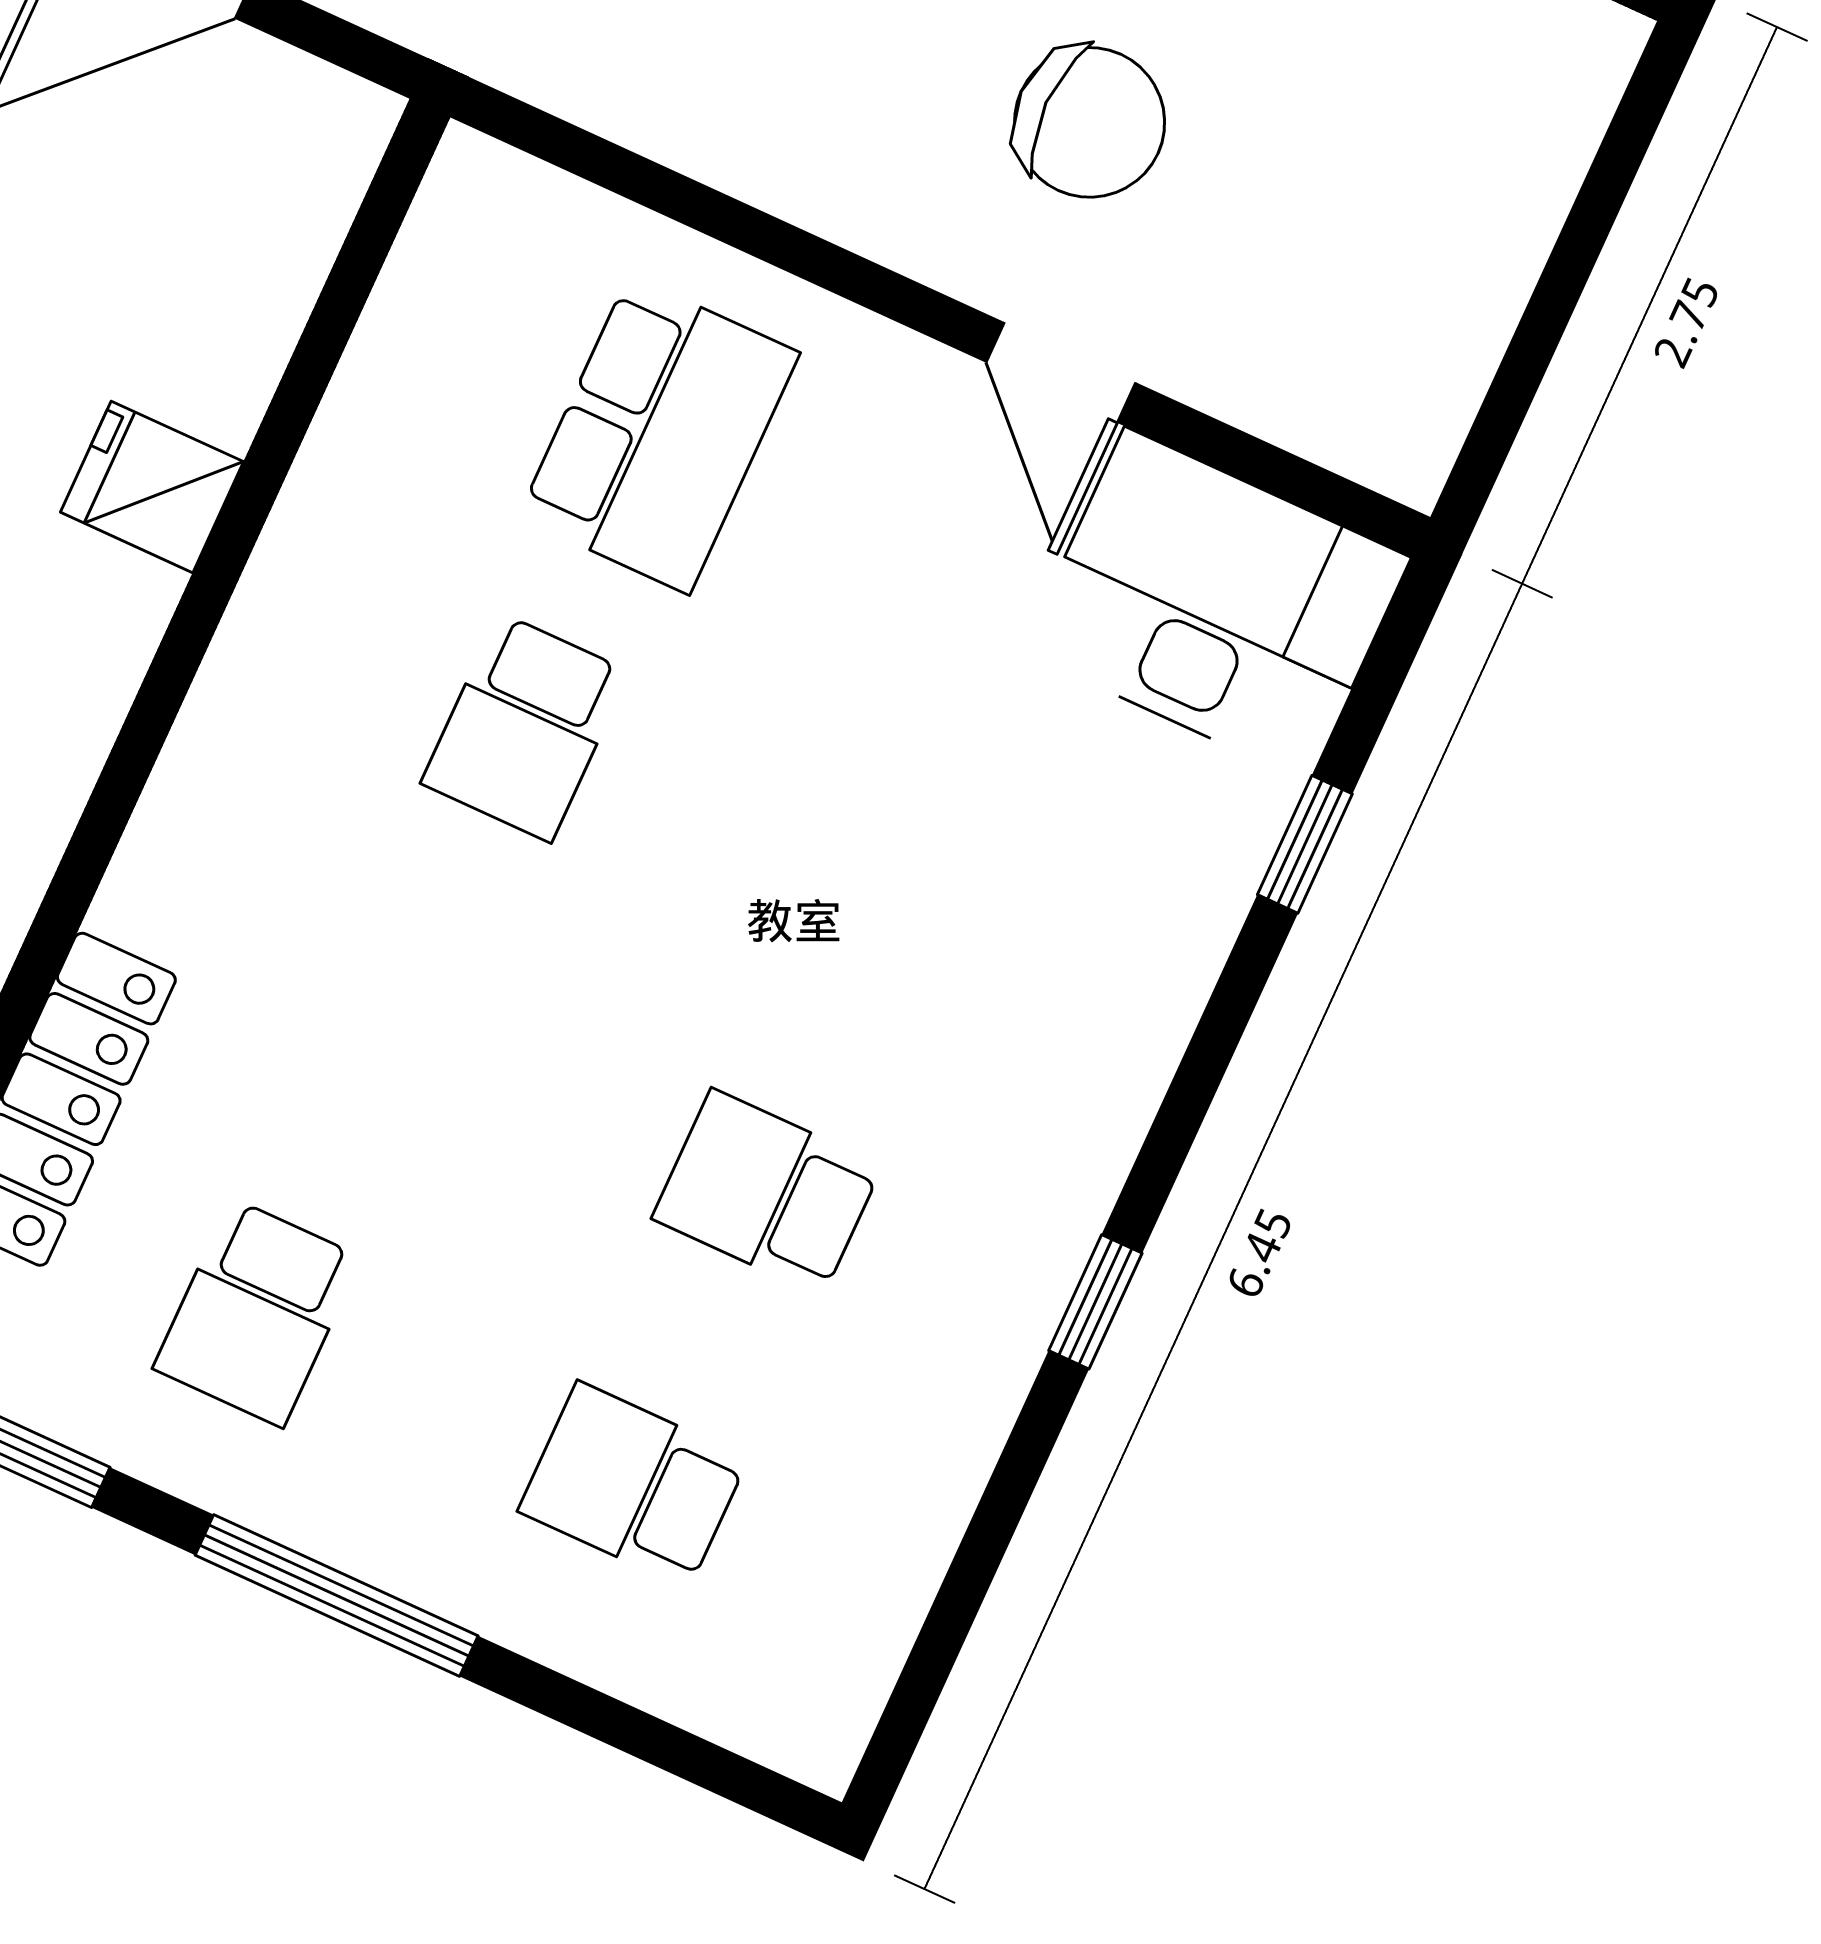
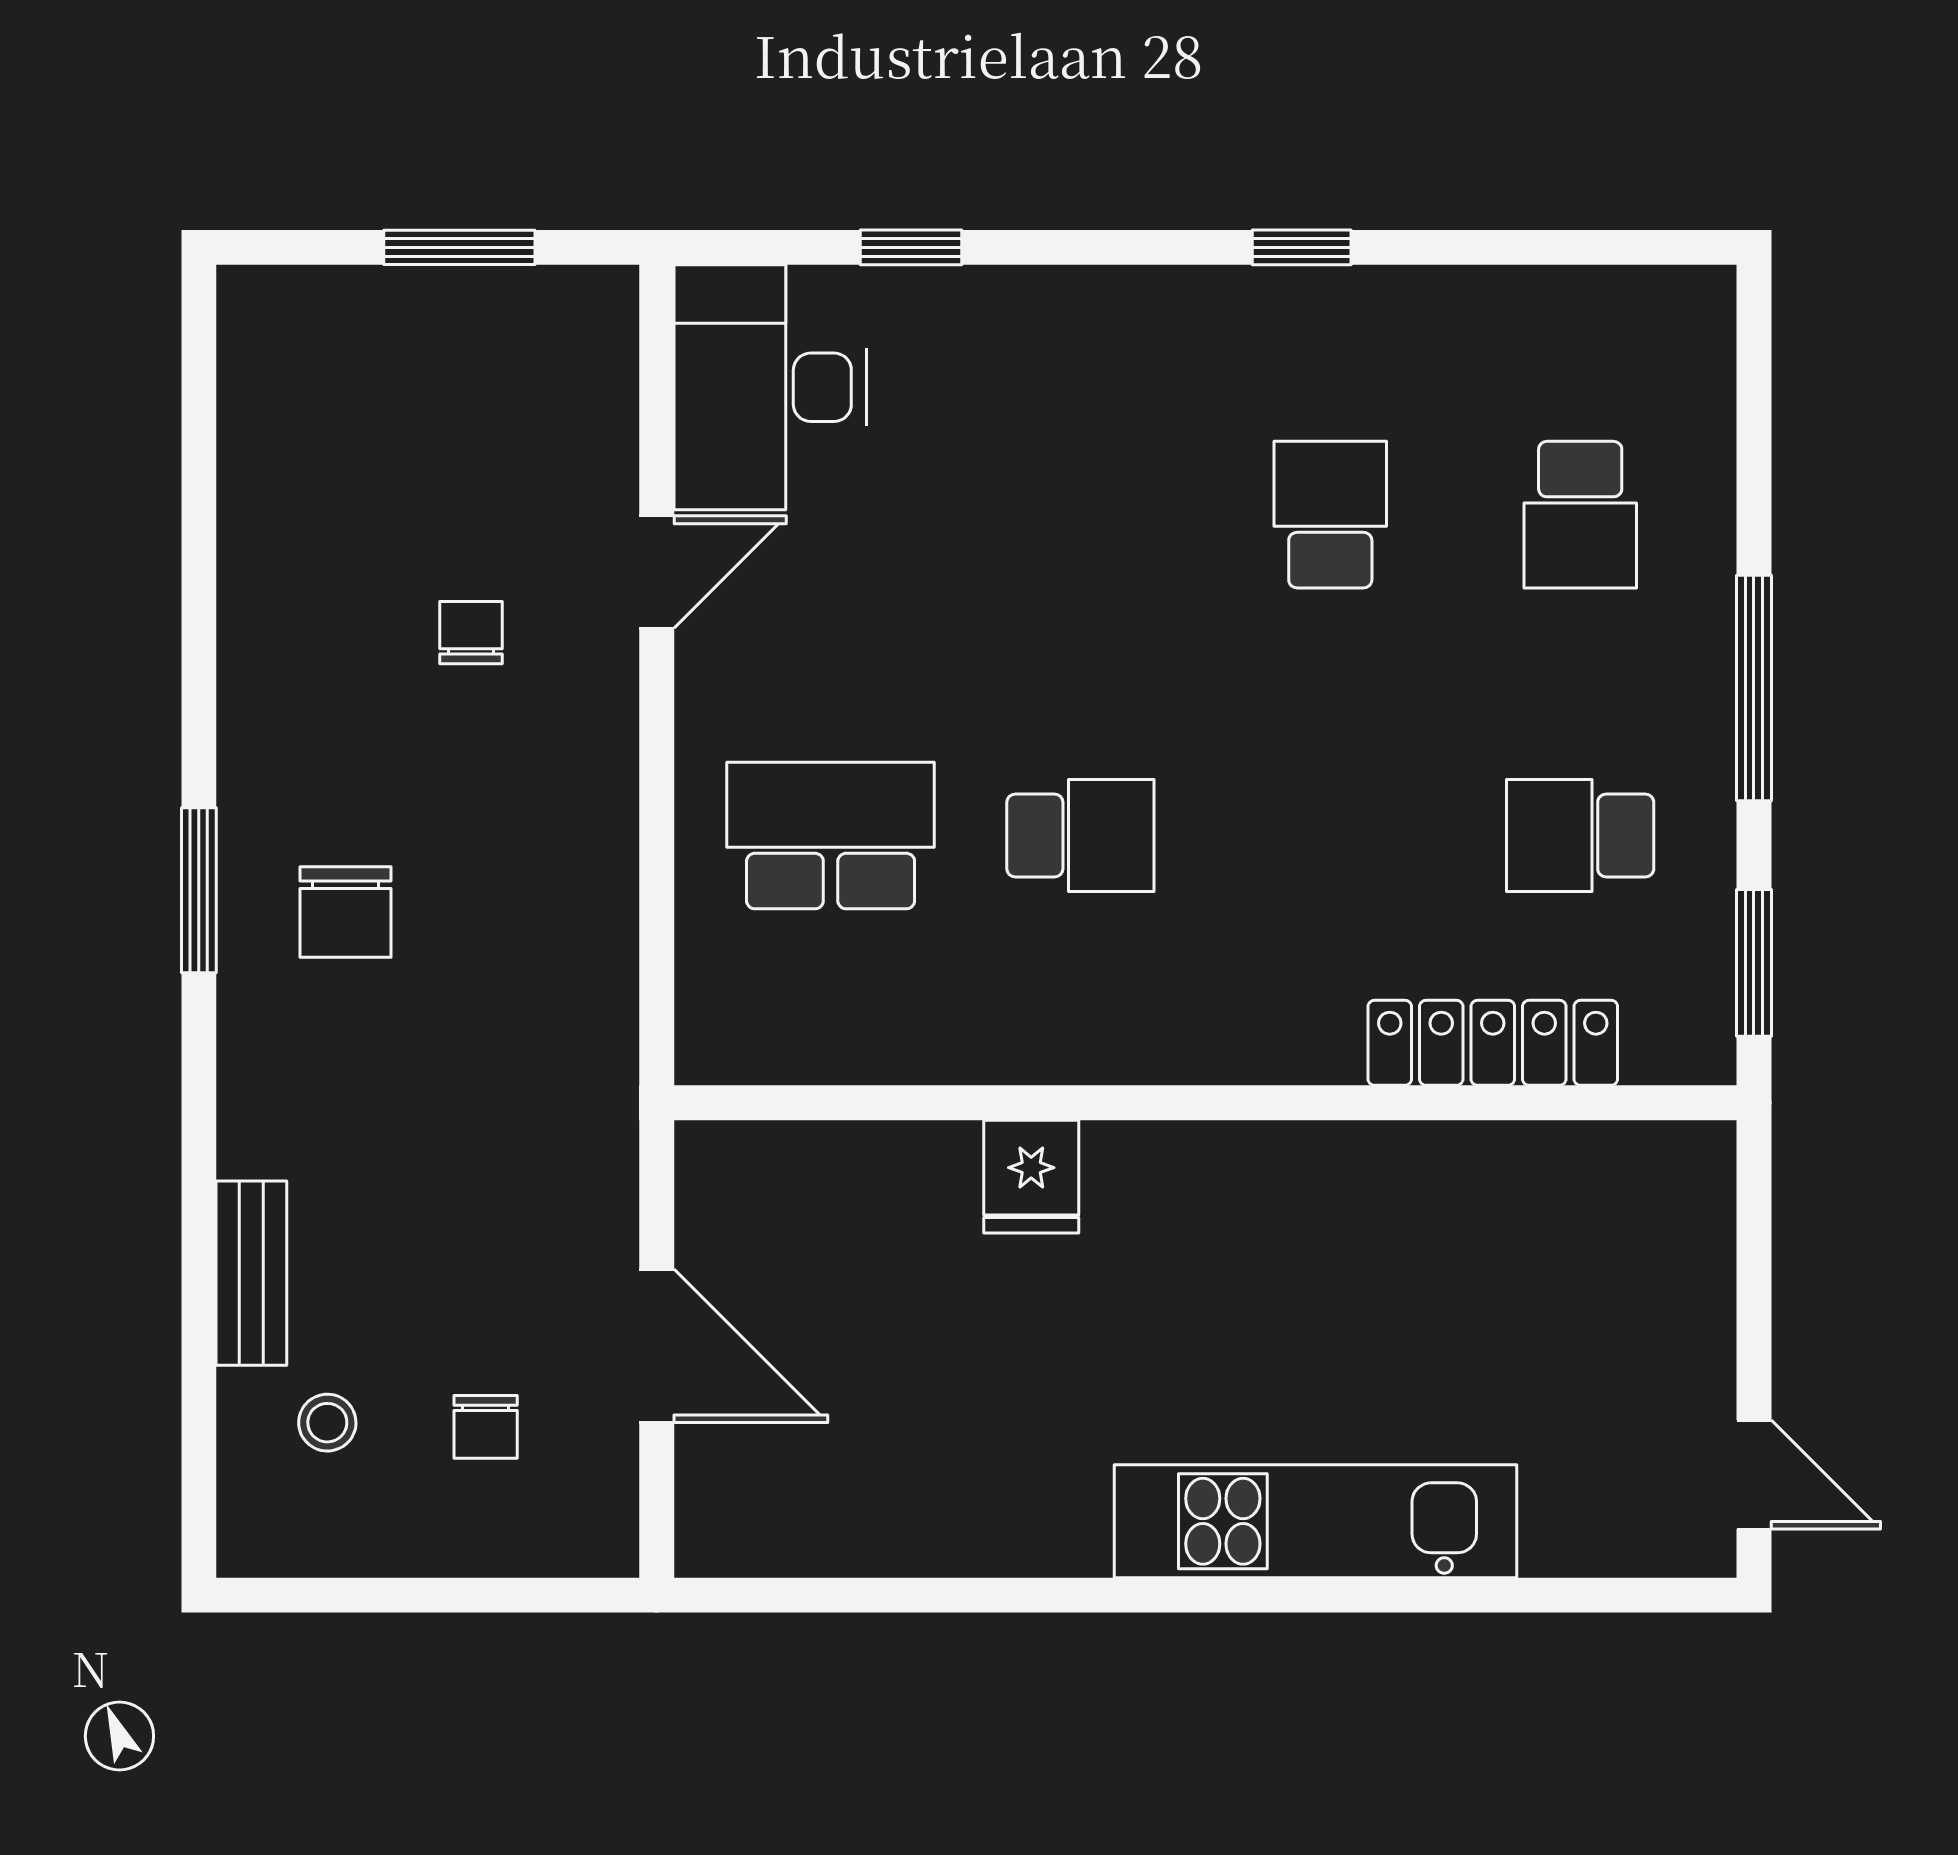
chair: (1090, 122) -> (471, 633), width x0.54, depth x0.54
window: (1547, 315) -> (459, 247), added
school desk: (767, 1192) -> (1330, 515), turned 180
school desk: (257, 1313) -> (1580, 836), turned 180

